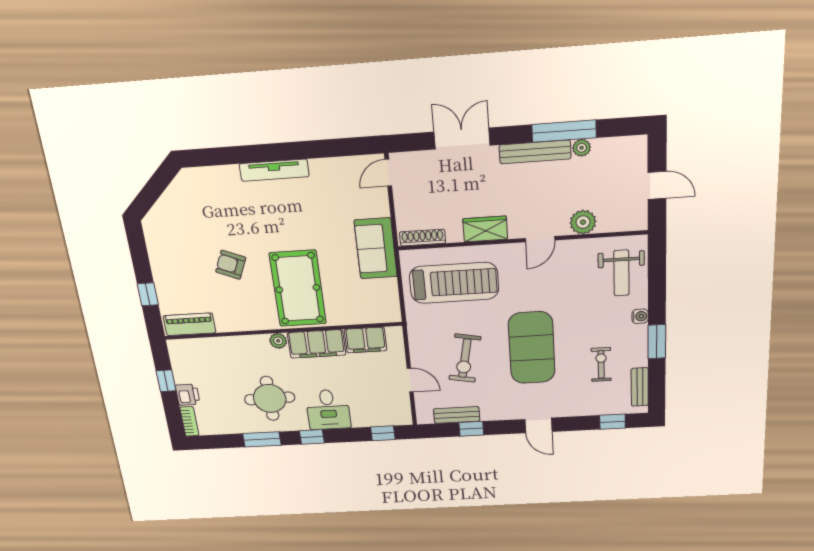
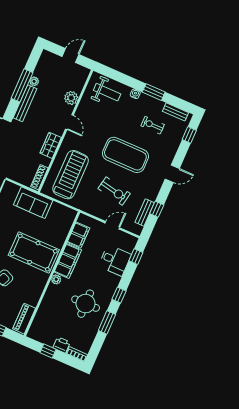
desk: (328, 410) -> (115, 260), moved

